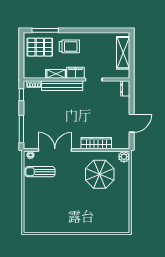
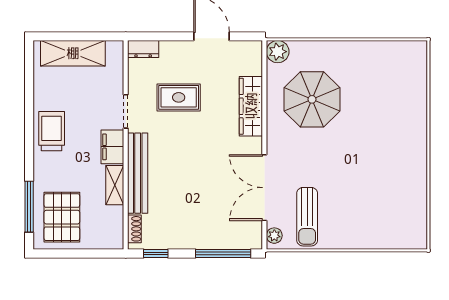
trolley: (69, 46) -> (52, 131), moved
rug: (101, 106) -> (179, 97), added

